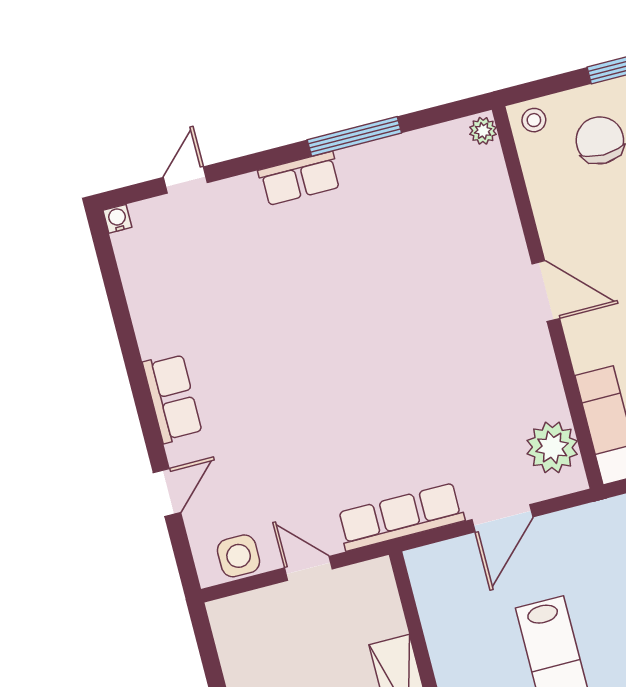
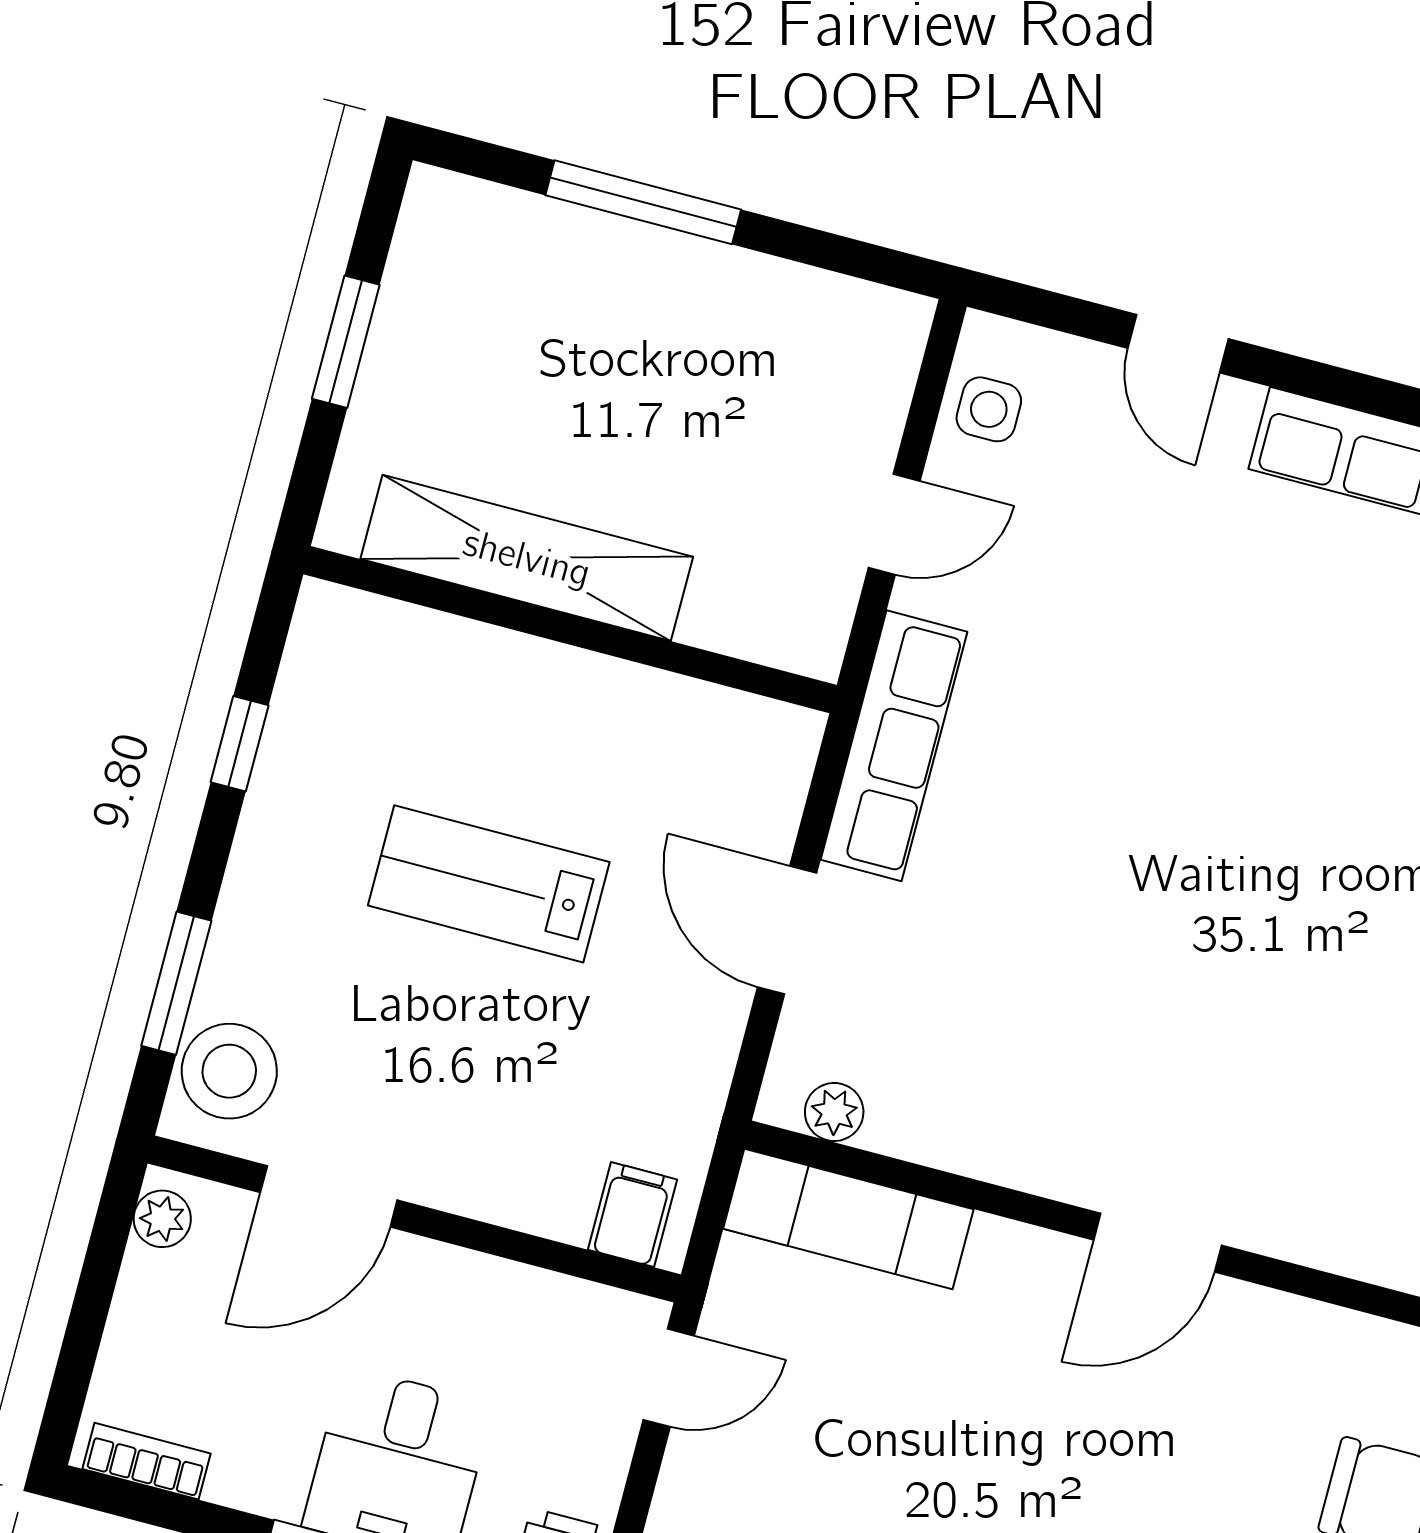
plant: (552, 447) -> (834, 1112), width x0.53, depth x0.53
side table: (239, 556) -> (989, 409), width x0.73, depth x0.73

